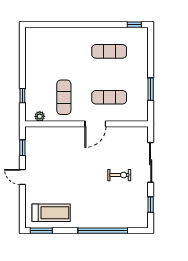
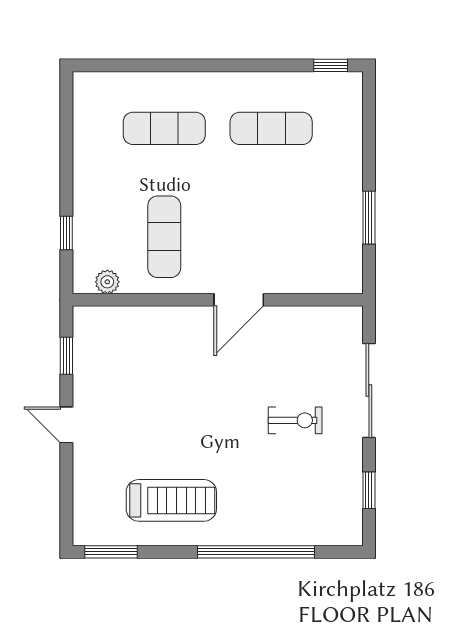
exercise mat: (109, 97) -> (164, 128), moved
treadmill: (51, 213) -> (171, 500), moved

